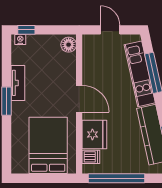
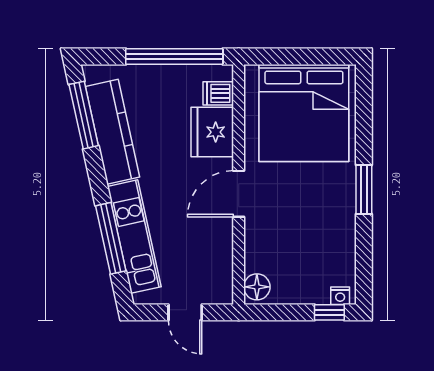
tv unit: (18, 83) -> (344, 221), removed
door: (79, 99) -> (239, 194), hinge flipped
bed: (48, 145) -> (304, 113), width x1.36

